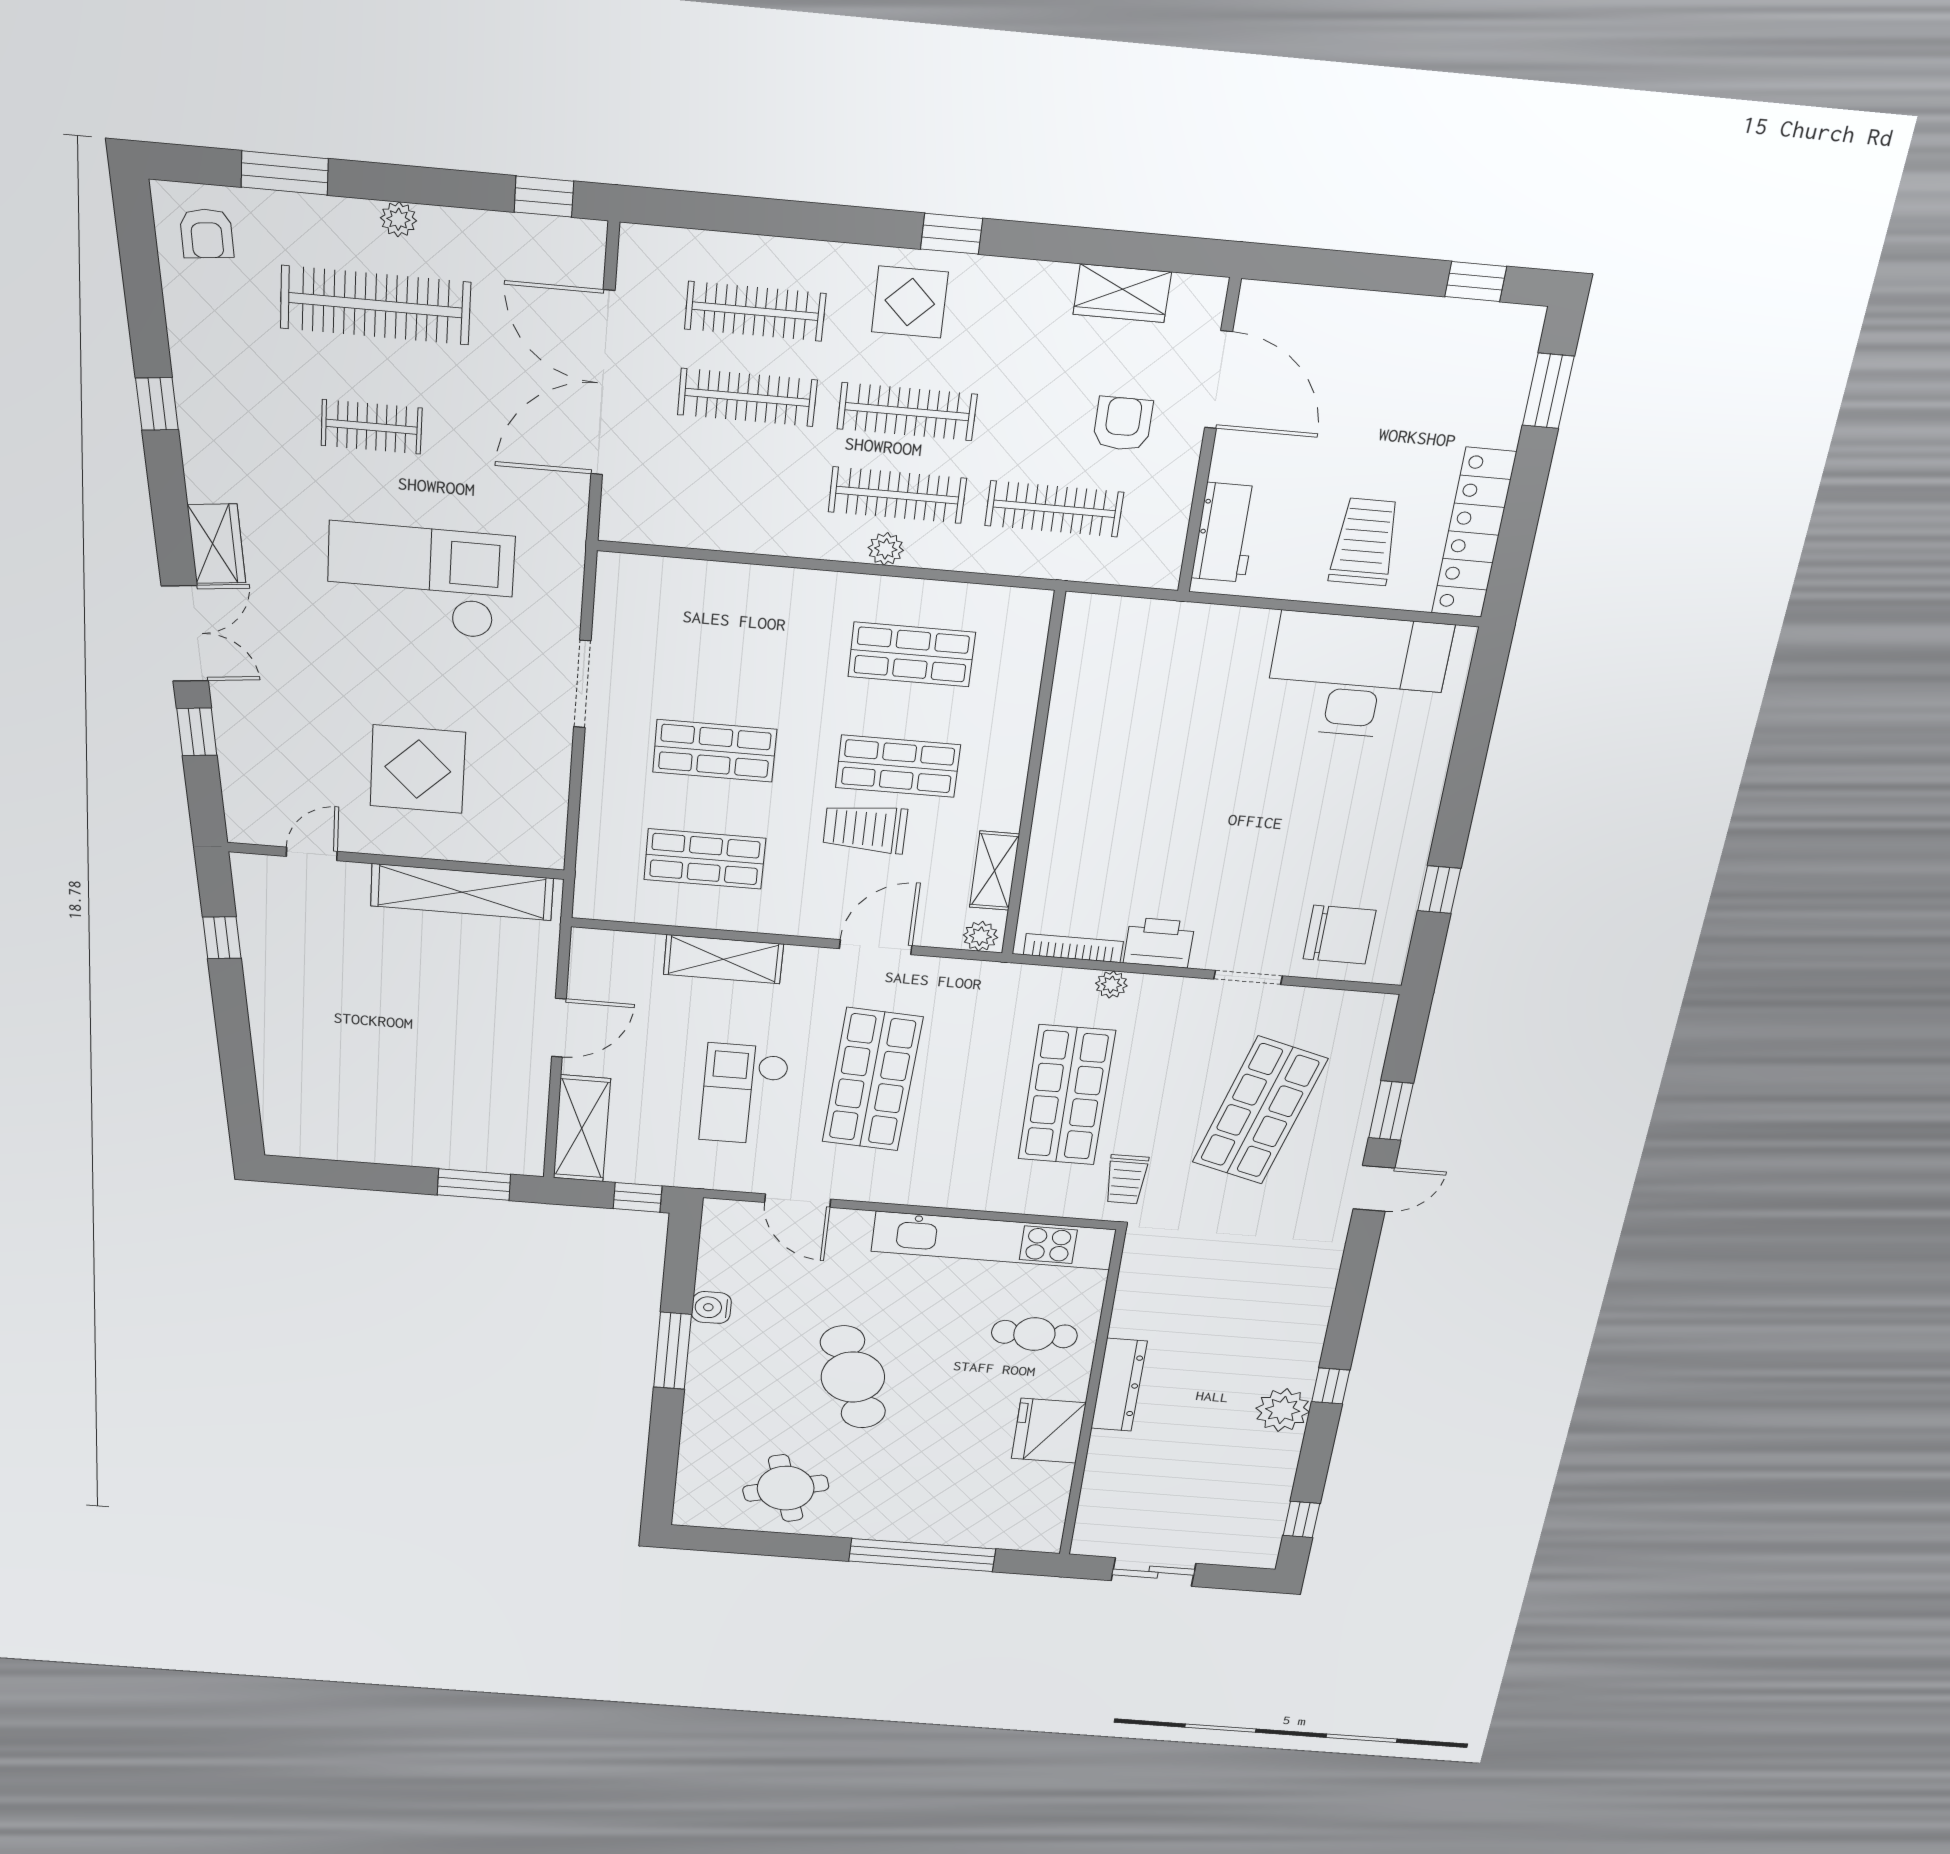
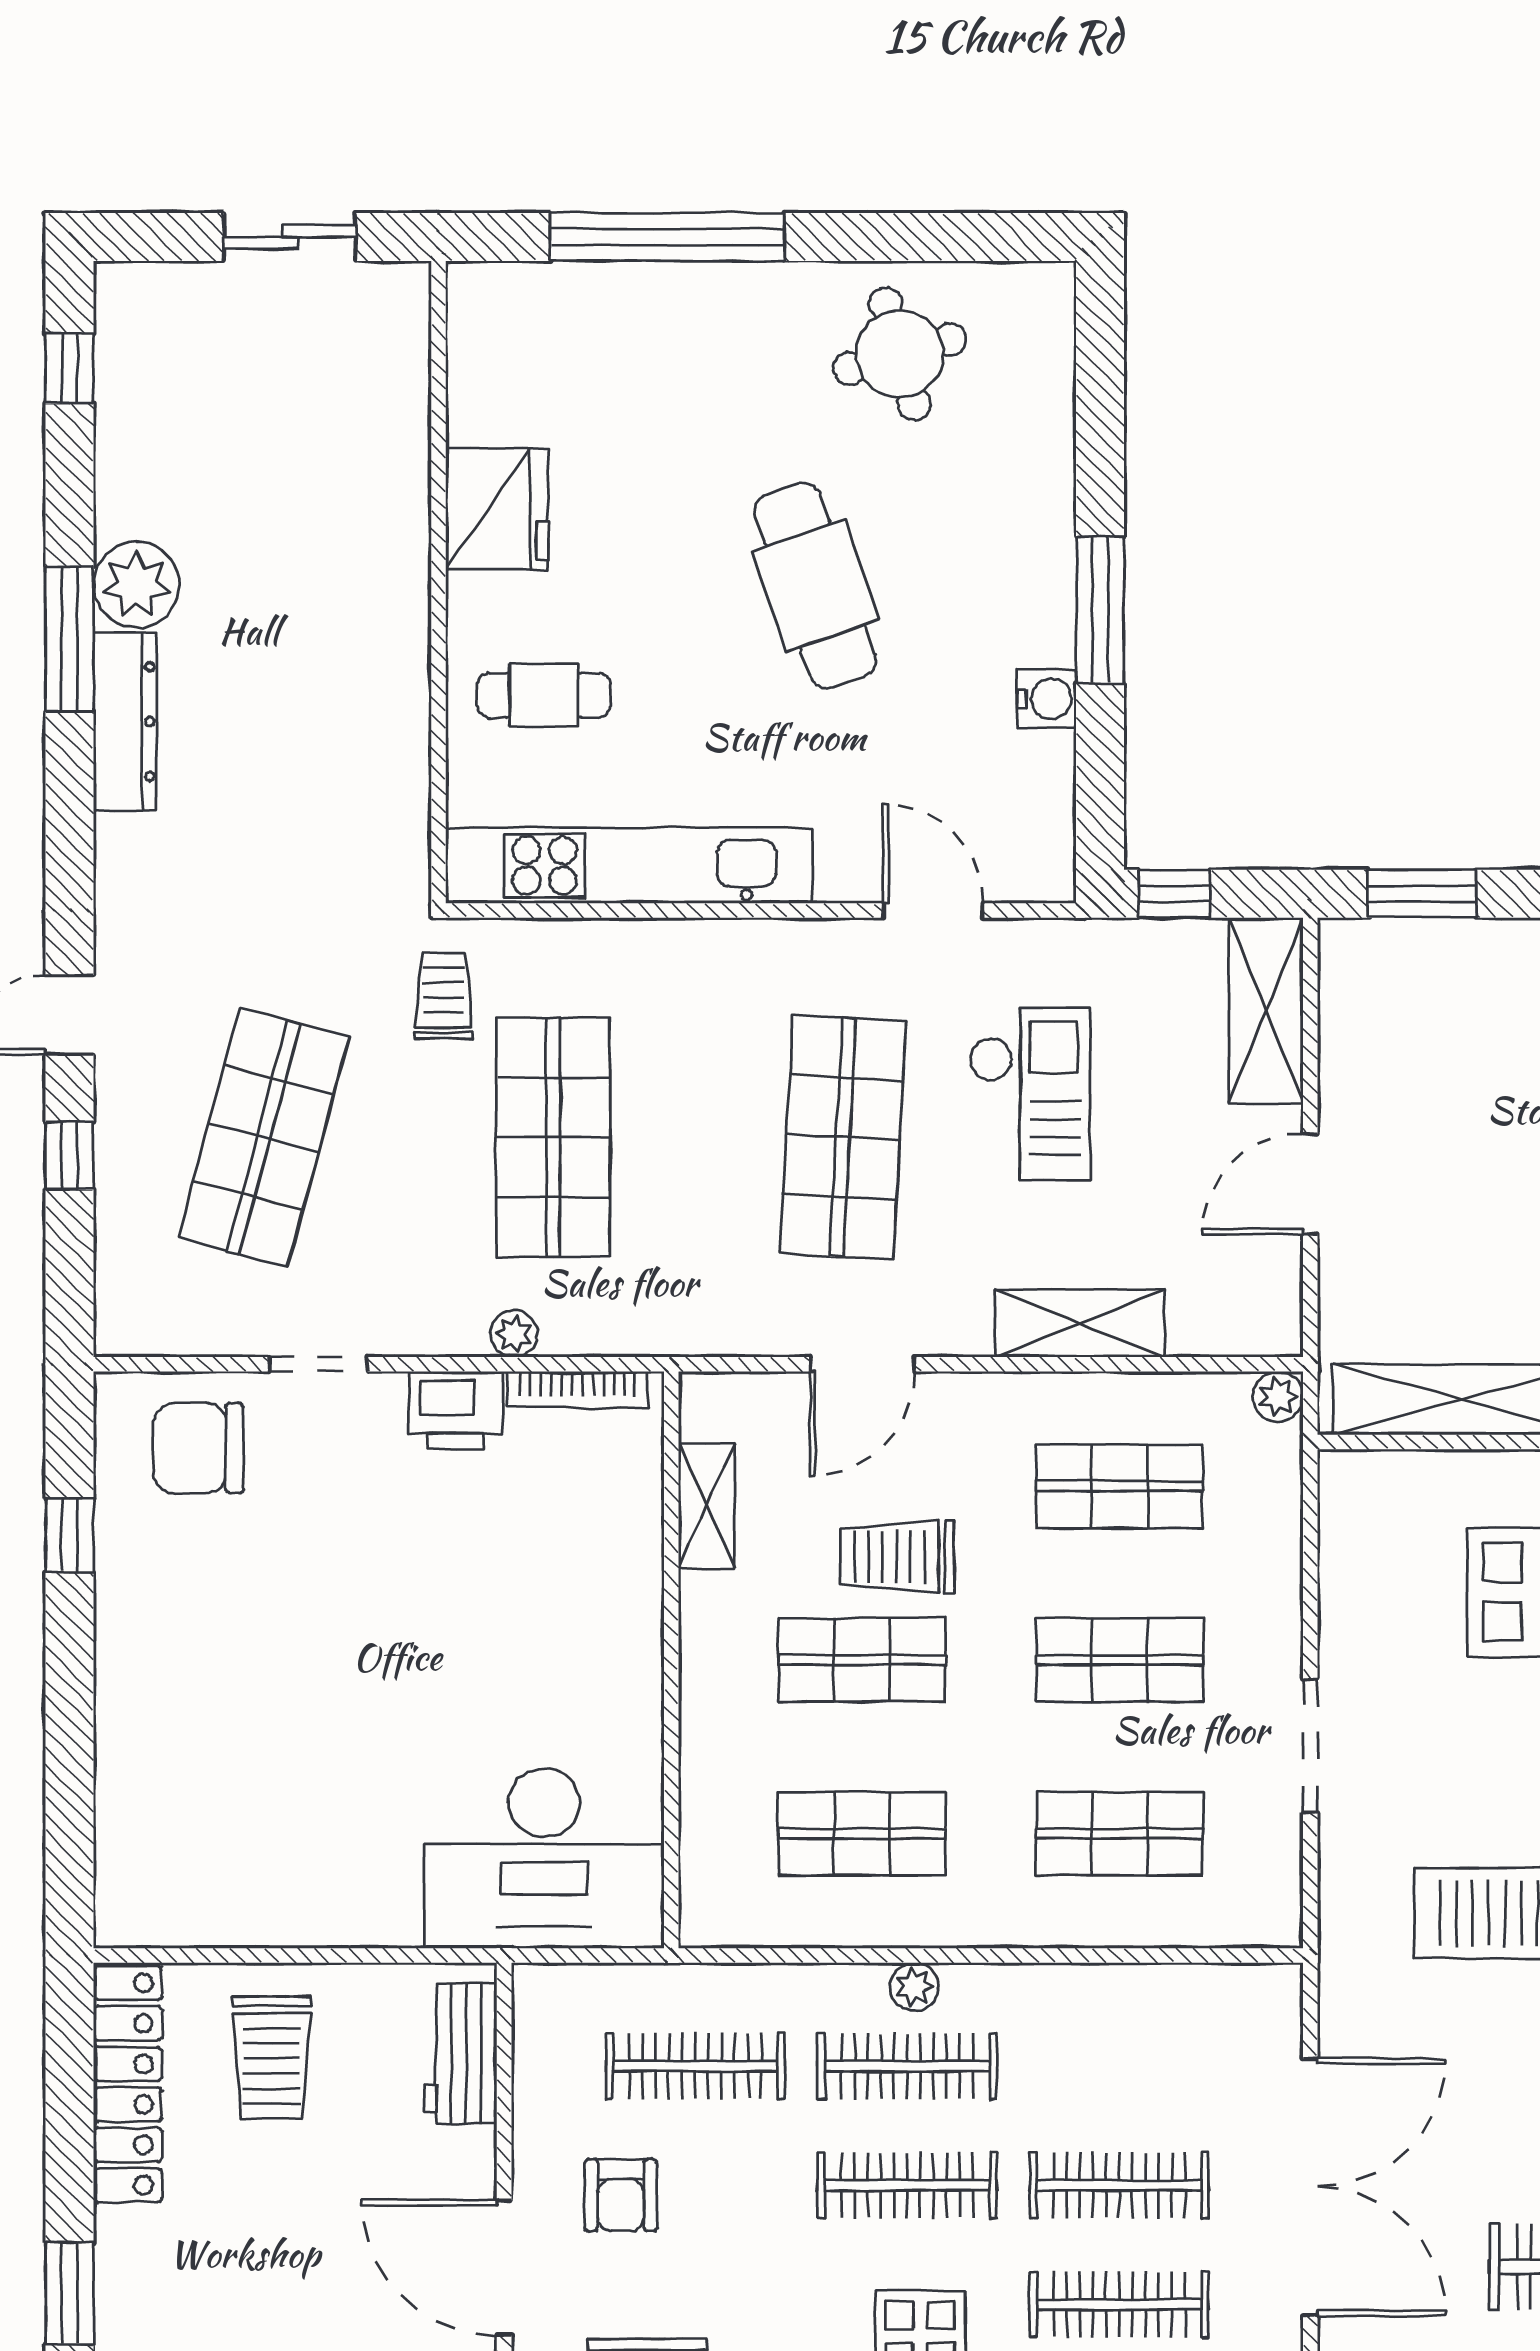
shop shelf: (725, 638) -> (1120, 1834), added
desk: (1357, 676) -> (544, 1858), moved
trolley: (865, 829) -> (897, 1557), turned 180
plant: (980, 936) -> (1278, 1397), moved
window: (1391, 1111) -> (69, 1156), width x0.67
dresser: (1119, 1385) -> (125, 722), moved, turned 180
window: (1331, 1386) -> (69, 639), width x2.17

